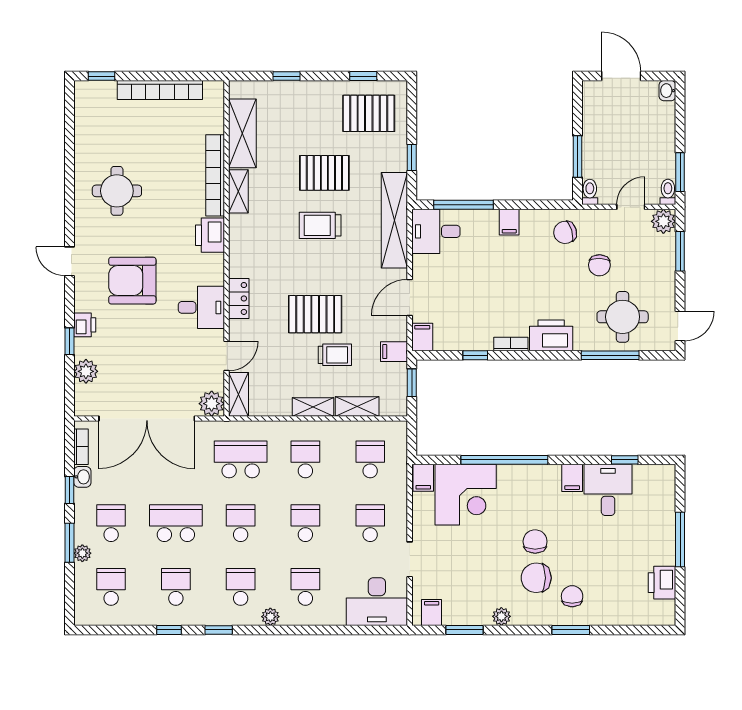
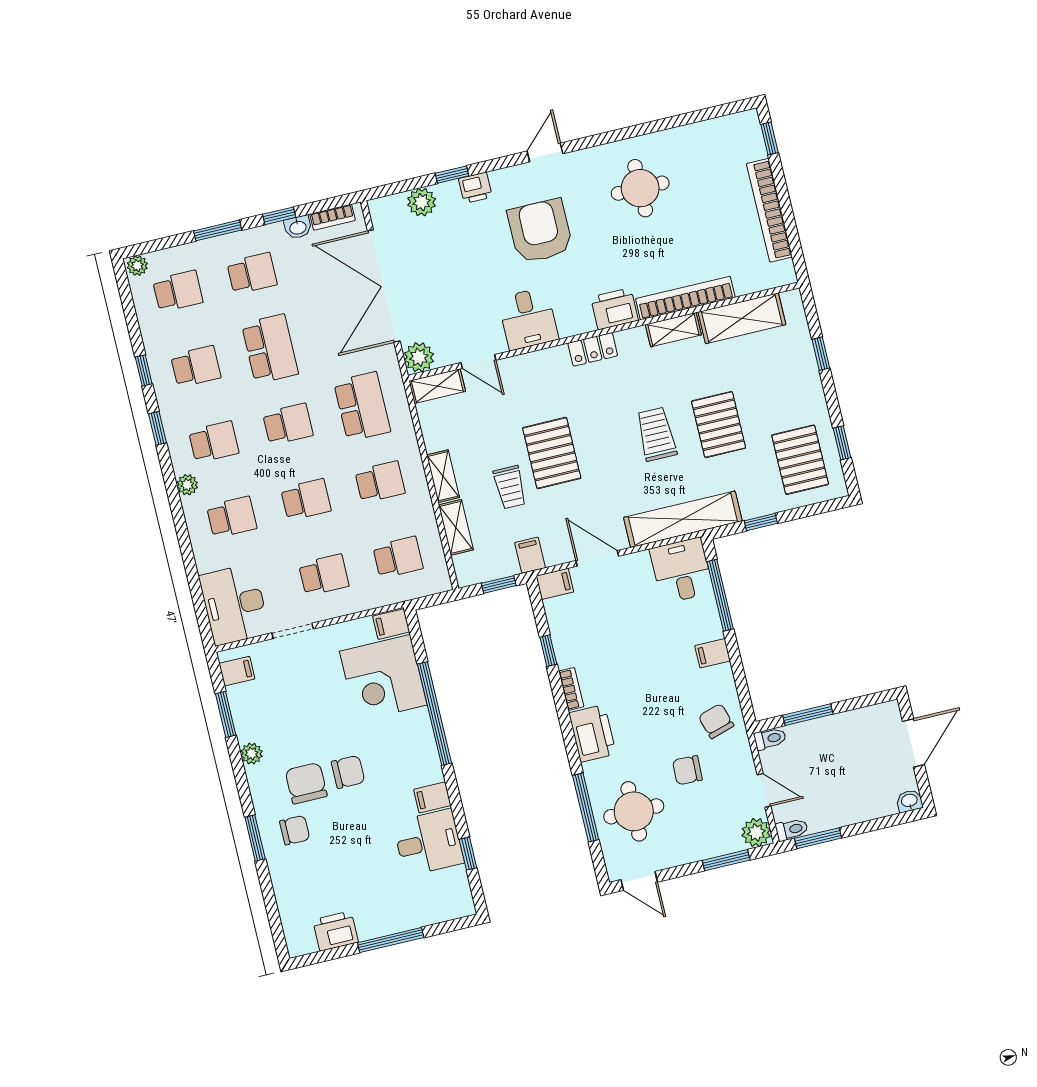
locker: (239, 298) -> (593, 349), moved
plant: (82, 553) -> (137, 266), moved

